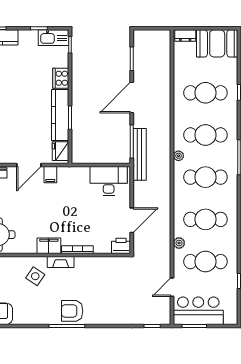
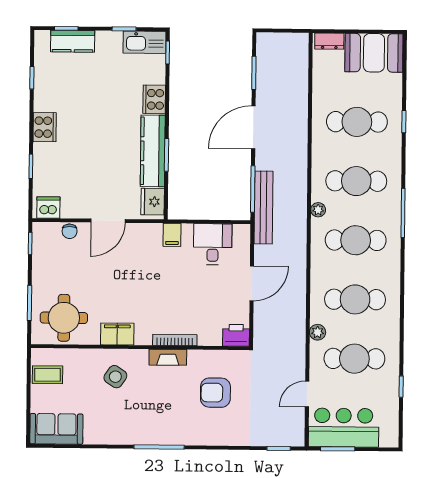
filing cabinet: (50, 175) -> (172, 235), moved
desk: (109, 181) -> (213, 244), width x0.73
door: (132, 220) -> (252, 283), moved
filing cabinet: (49, 246) -> (117, 334), moved
fireplace: (61, 262) -> (168, 357), moved
armchair: (72, 311) -> (215, 393), moved

